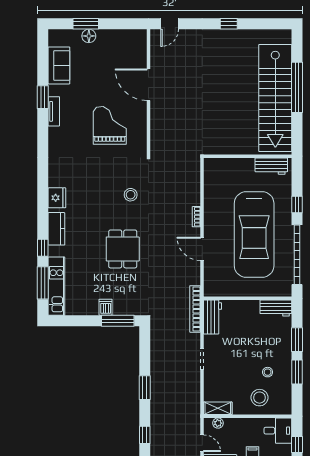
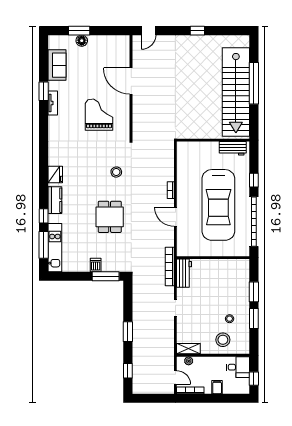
workbench: (276, 308) -> (236, 266), removed

